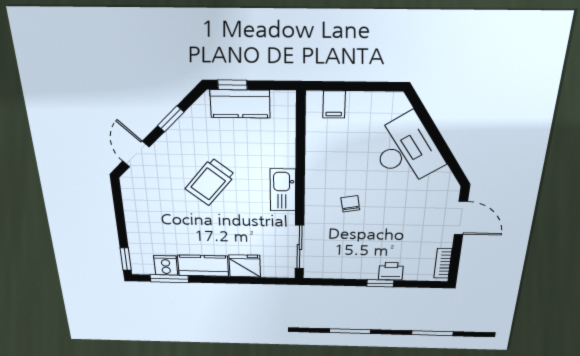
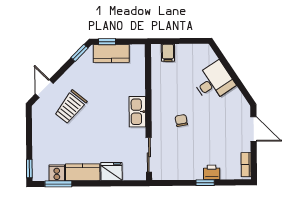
window: (171, 119) -> (79, 53), moved
desk: (406, 151) -> (214, 82), width x0.73
trolley: (210, 182) -> (71, 107), moved

